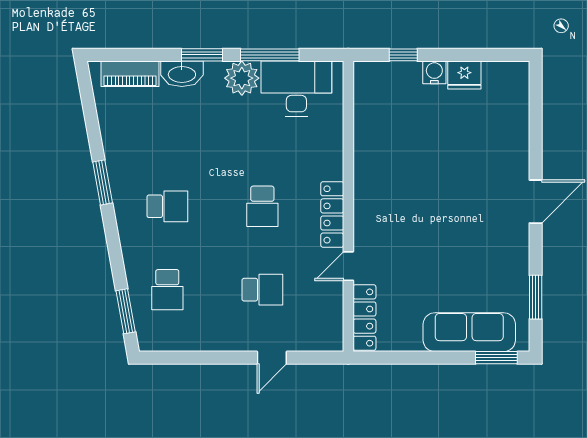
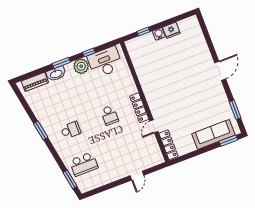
window: (270, 55) -> (89, 52), width x0.46
school desk: (167, 290) -> (84, 164), width x1.85
school desk: (262, 290) -> (122, 149), removed

